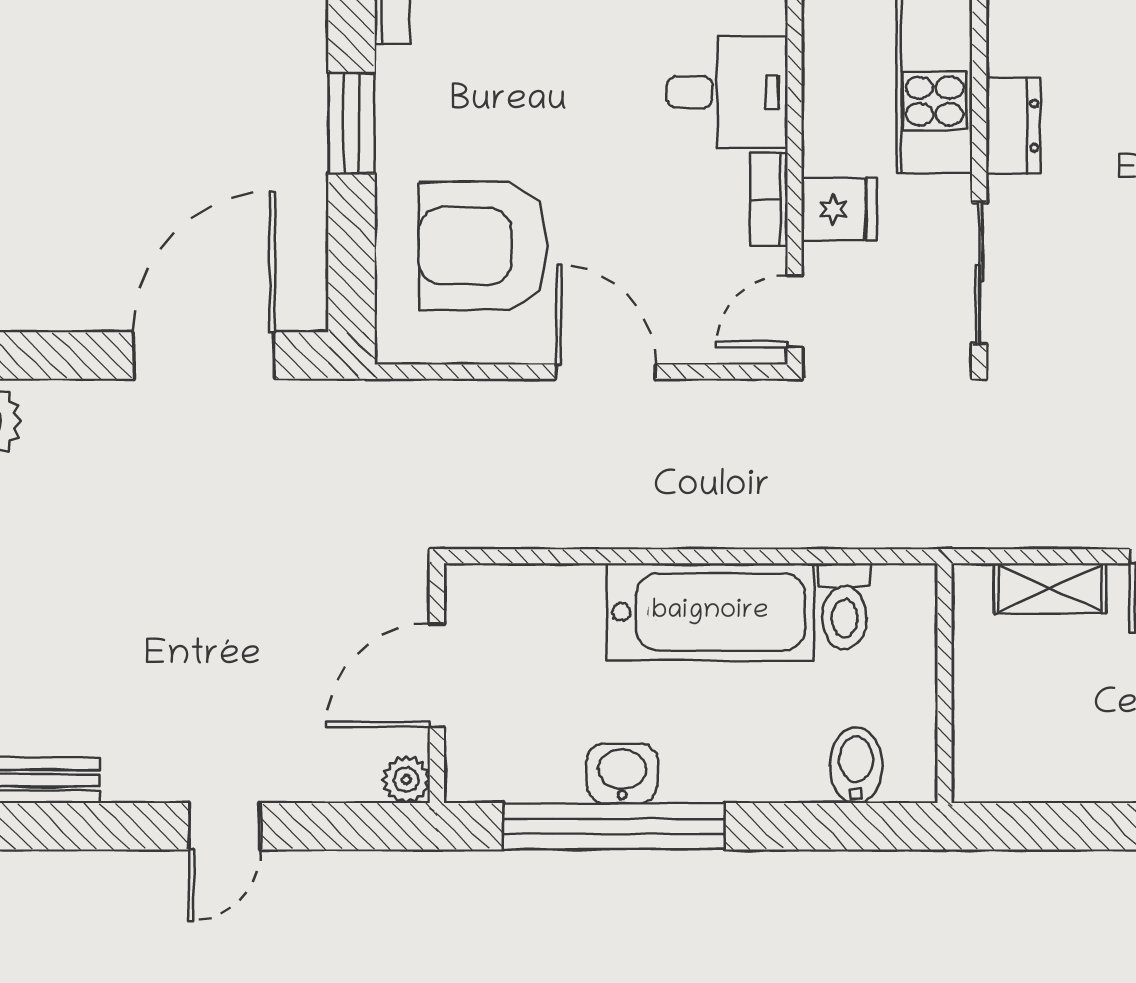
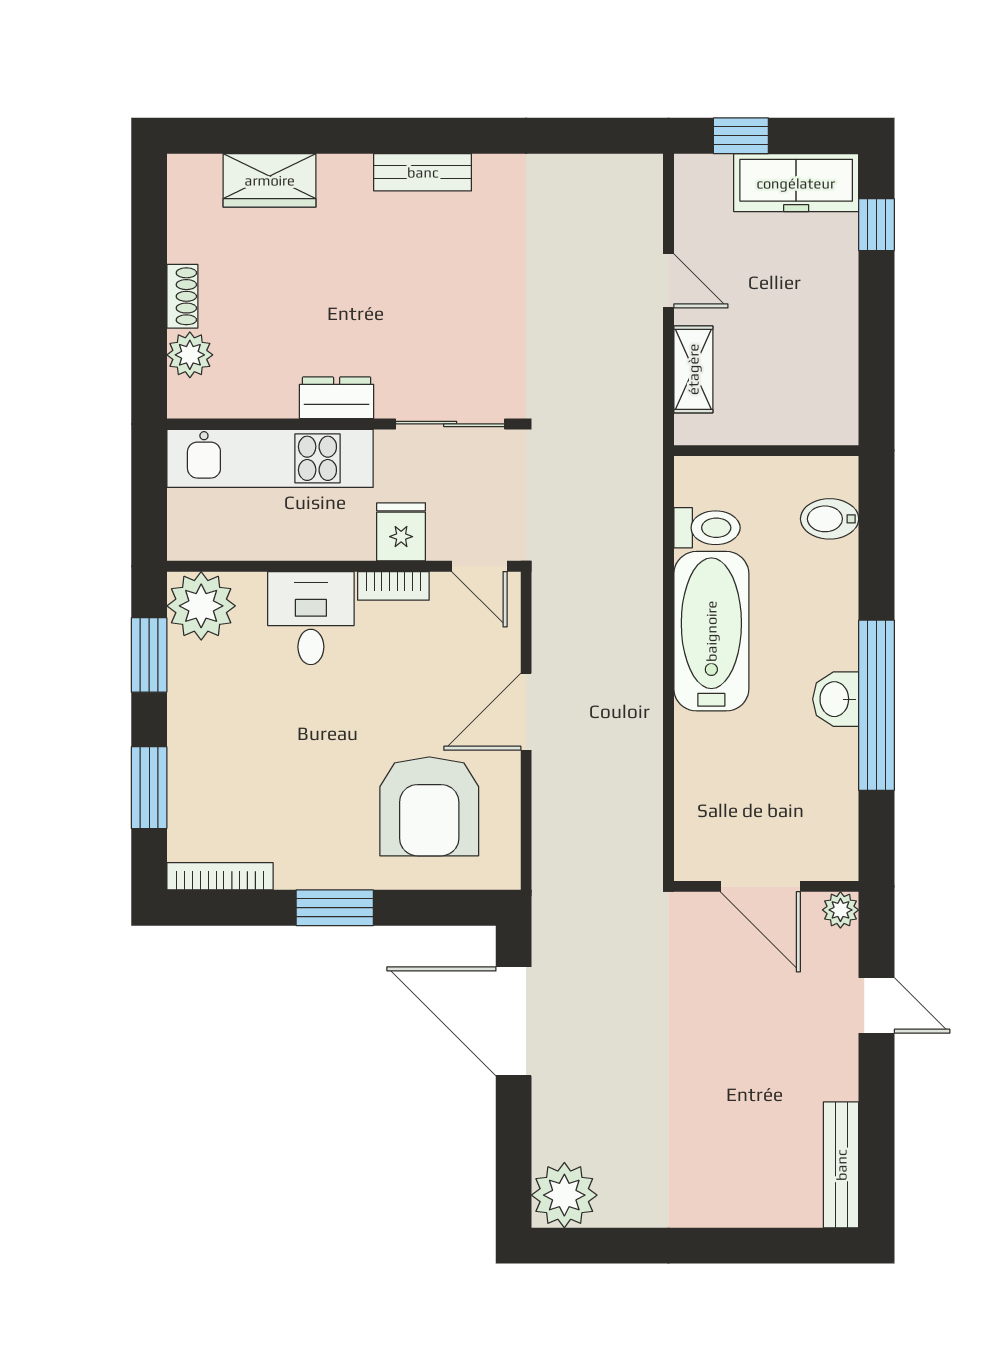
door: (437, 675) -> (760, 886), moved
wall: (437, 683) -> (766, 886), moved
plant: (406, 780) -> (840, 910), moved

